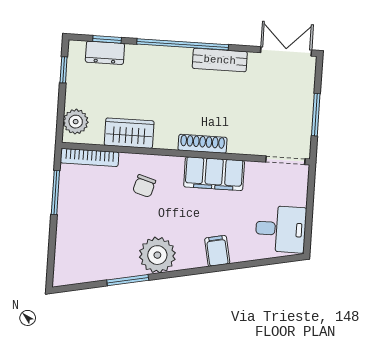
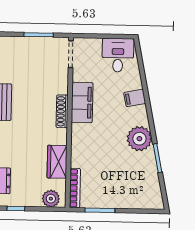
chair: (144, 186) -> (93, 150), removed

